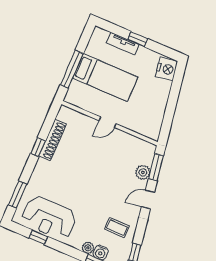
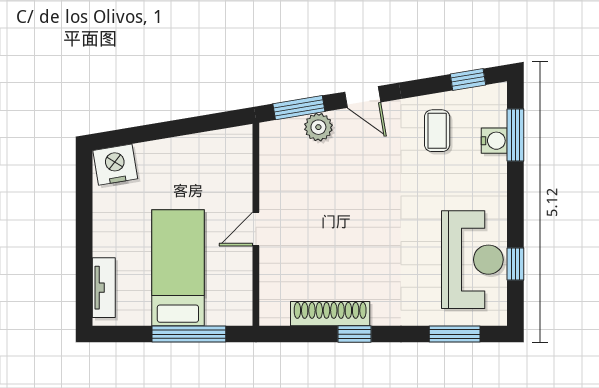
window: (138, 39) -> (84, 239), removed
tv unit: (123, 44) -> (104, 288), moved
door: (108, 122) -> (256, 229), swing flipped
plant: (88, 248) -> (496, 167), removed

